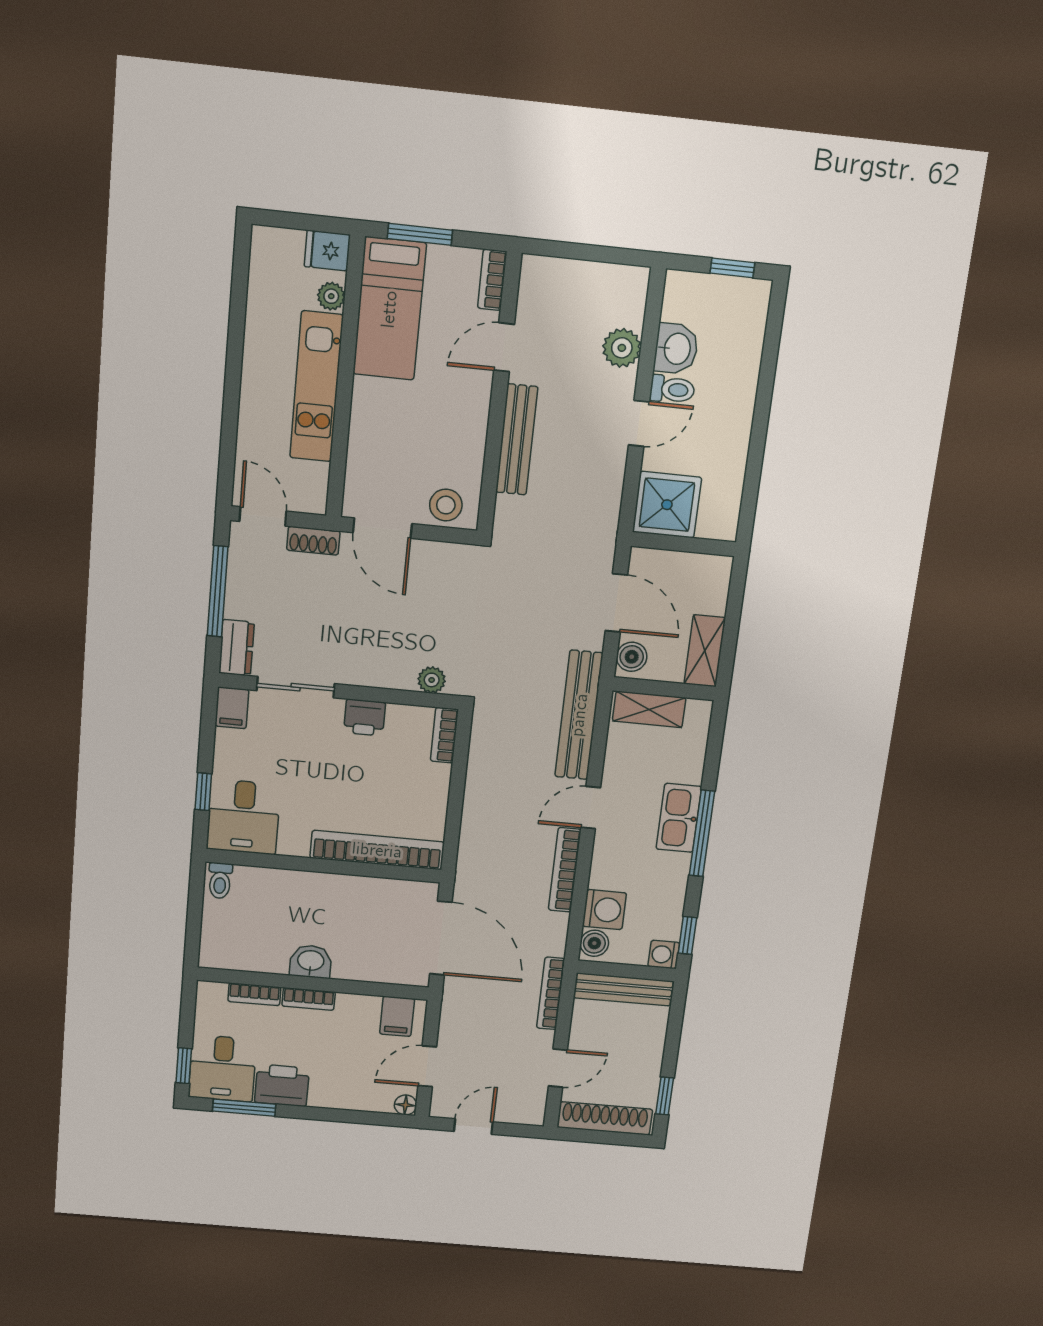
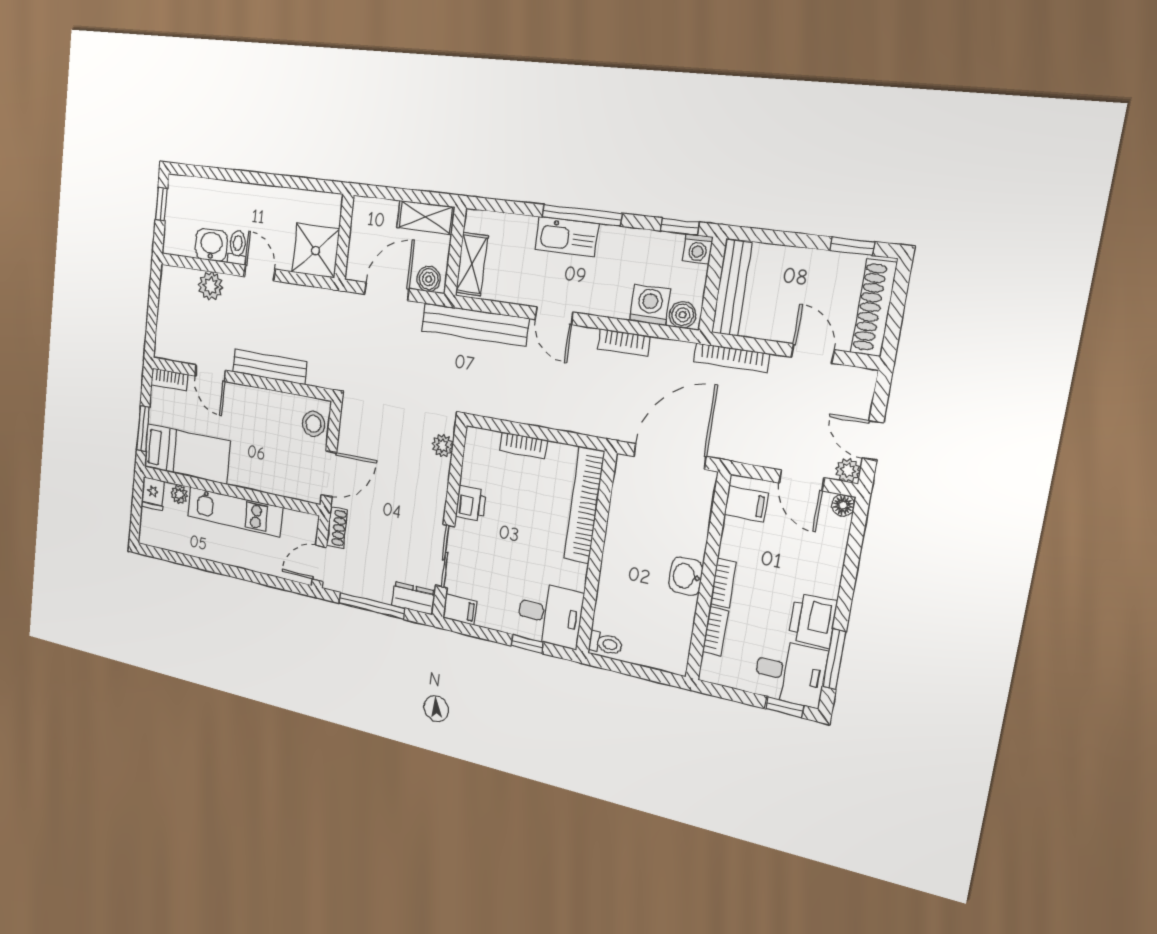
bookcase: (444, 735) -> (523, 446), moved
bookcase: (565, 870) -> (624, 343), width x0.64
plant: (442, 1107) -> (848, 470), added

